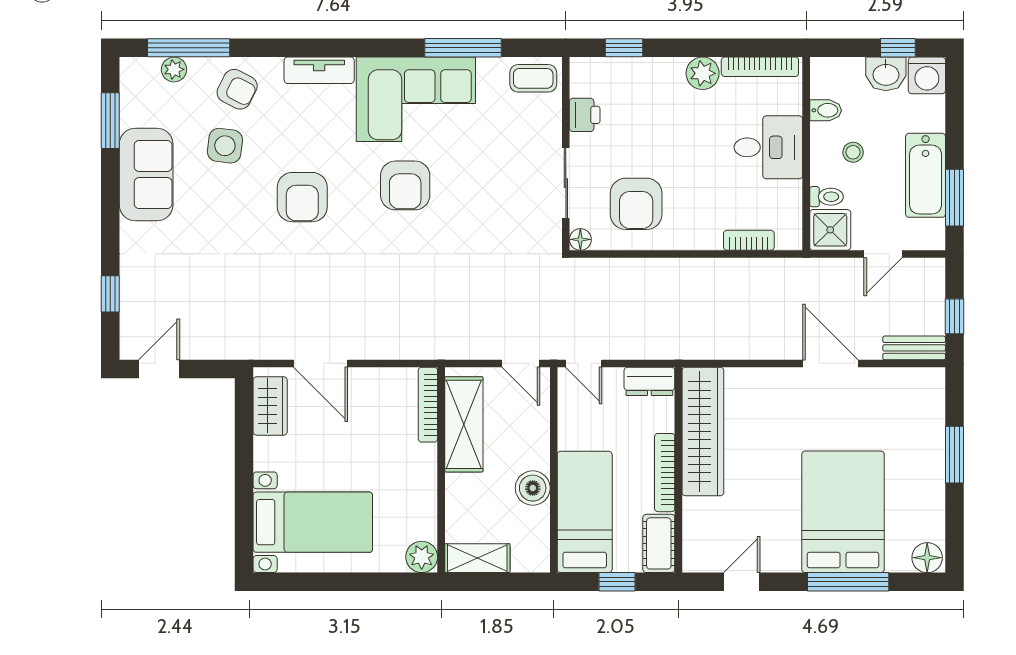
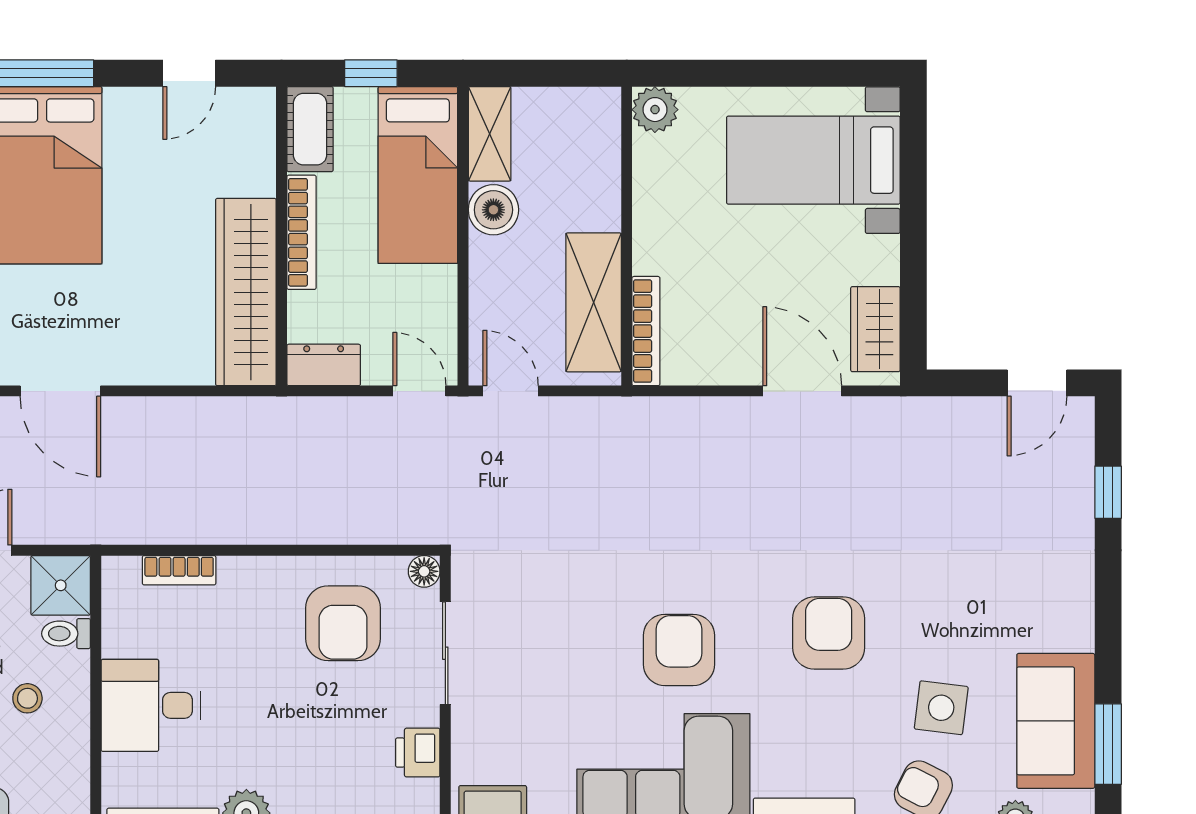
bidet: (826, 110) -> (67, 759), removed
sofa: (146, 175) -> (1056, 721), moved
armchair: (636, 204) -> (343, 623), turned 180
shelving: (477, 558) -> (490, 134), moved, turned 90

